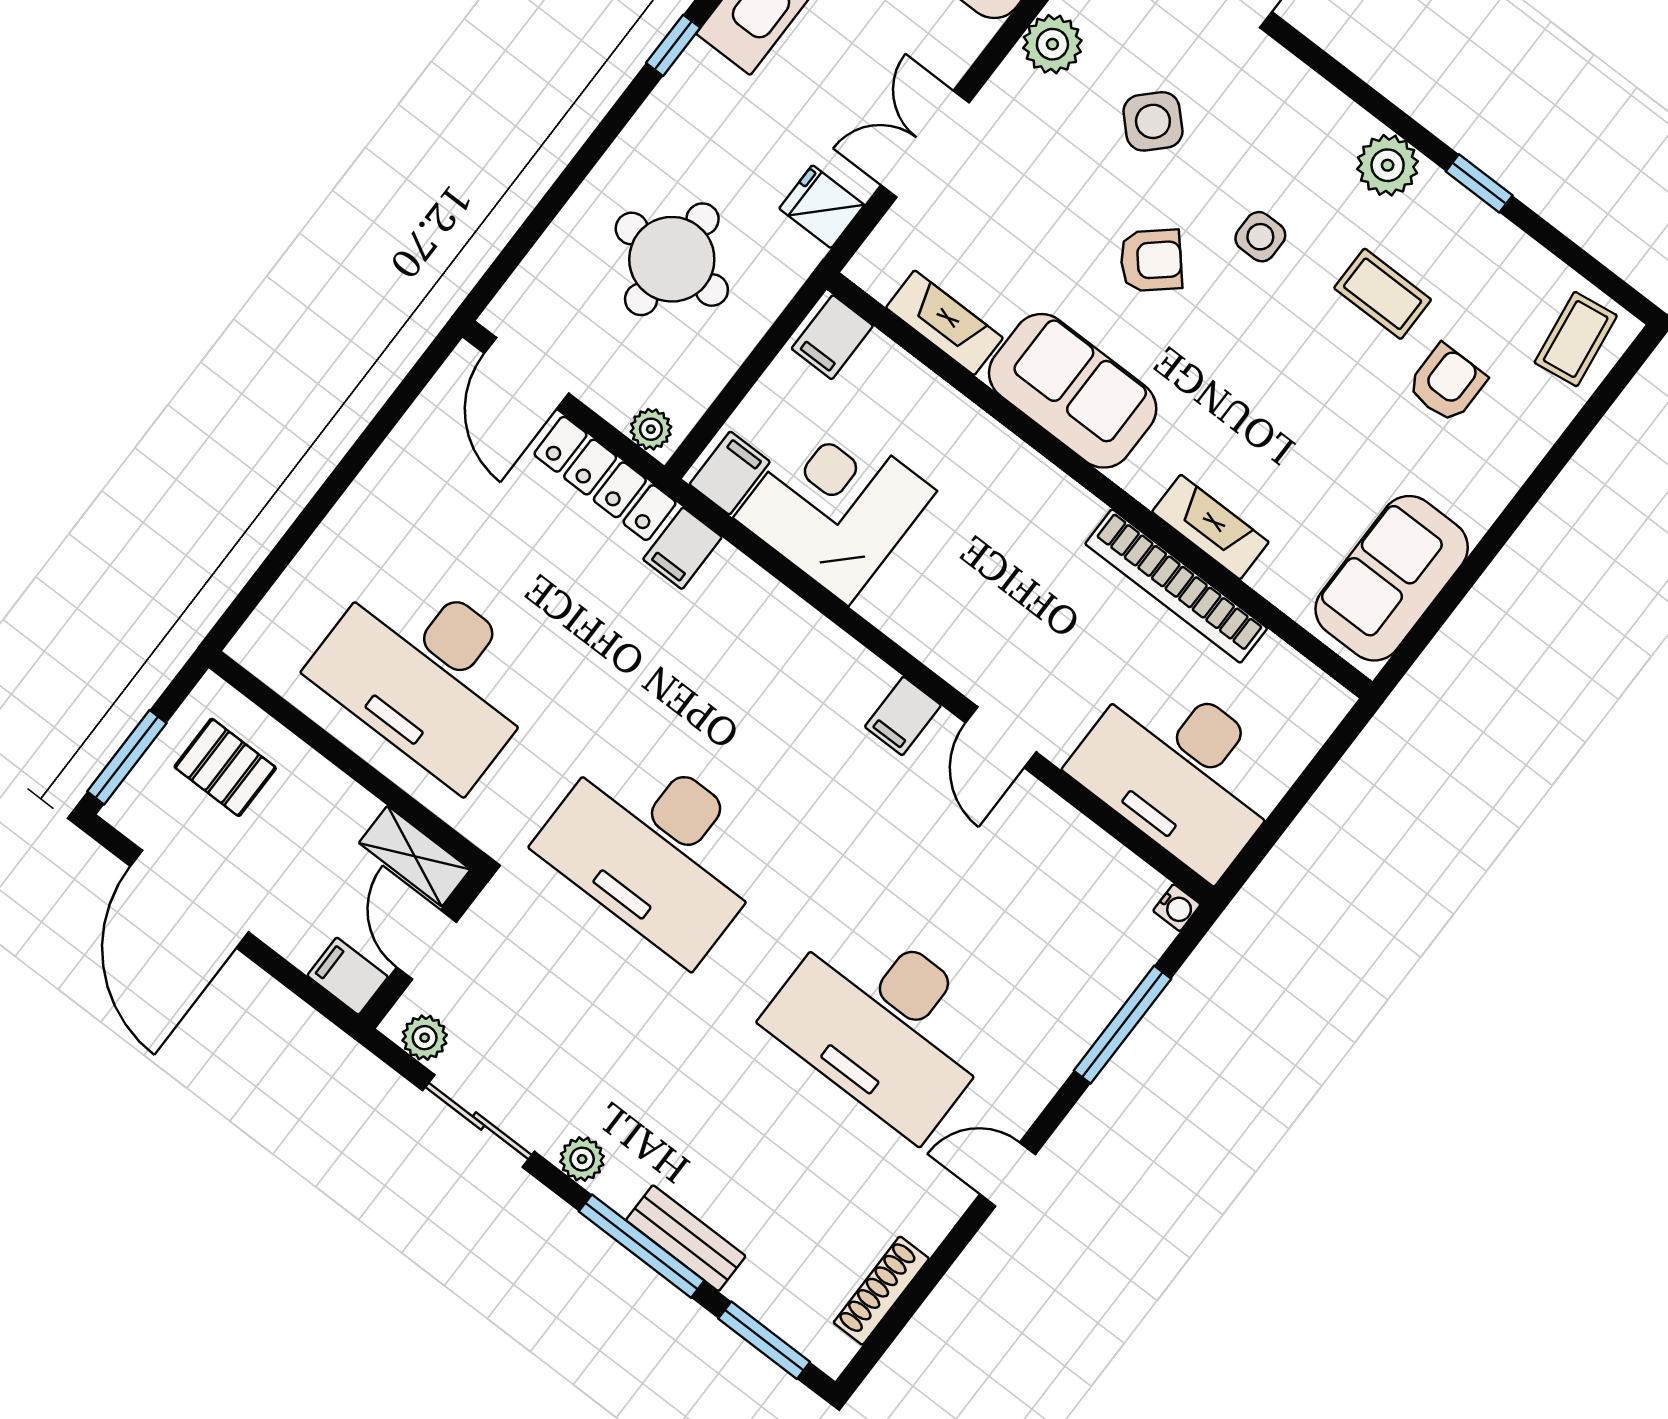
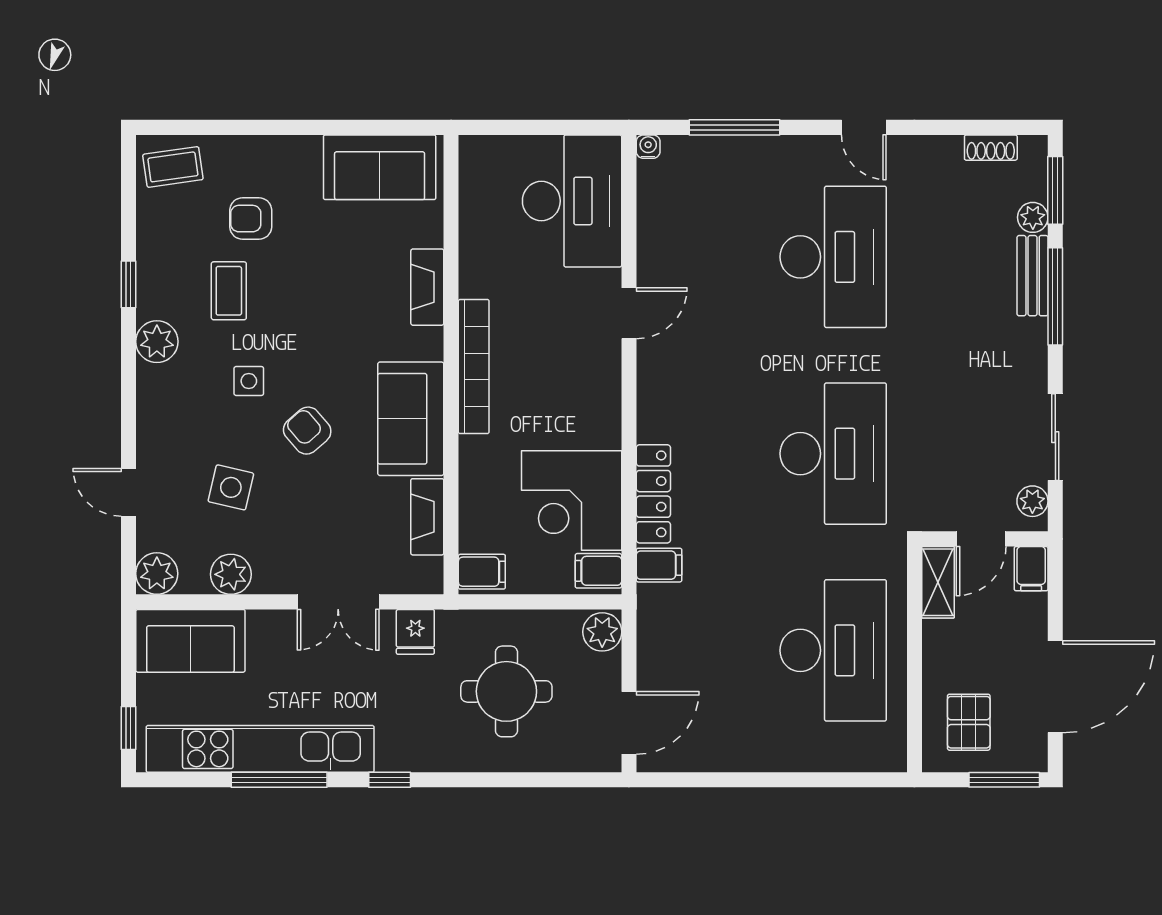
side table: (1153, 121) -> (231, 487), turned -32
plant: (651, 429) -> (602, 632), width x1.38, depth x1.38
locker: (605, 478) -> (653, 494), moved
bookcase: (1176, 586) -> (474, 367), moved
filing cabinet: (903, 716) -> (658, 375), removed
plant: (582, 1159) -> (1033, 217), moved
shoe rack: (881, 1291) -> (991, 148), width x0.70

